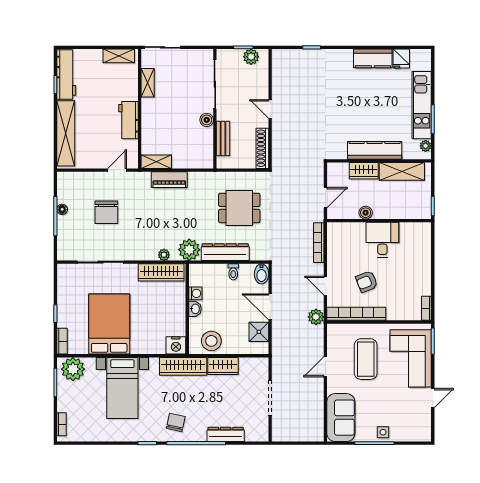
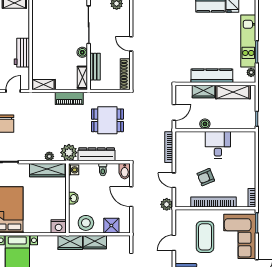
shelving: (148, 83) -> (82, 77), moved
piano: (169, 180) -> (69, 98), moved
washing machine: (195, 293) -> (74, 170), moved
bookcase: (356, 314) -> (214, 202), moved
shower: (259, 332) -> (111, 226), moved
wardrobe: (183, 366) -> (70, 242), width x0.67

